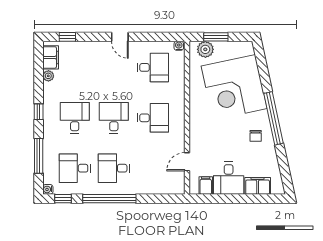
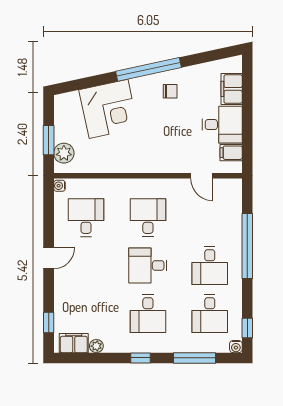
corner desk: (234, 87) -> (109, 109), width x0.74, depth x0.74
desk: (75, 118) -> (148, 314), turned -90
window: (109, 199) -> (247, 246), moved

